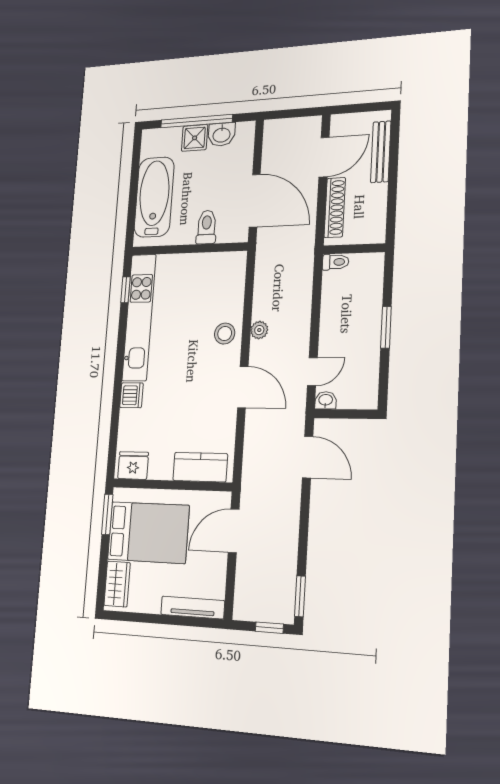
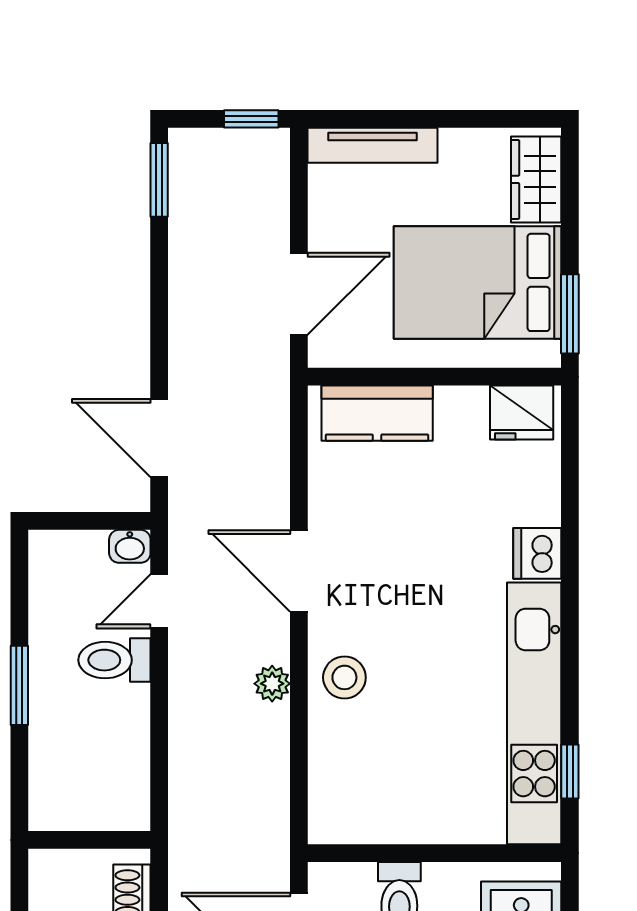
toilet: (336, 262) -> (114, 660), moved, width x1.37, depth x1.39
window: (269, 628) -> (251, 119), moved

